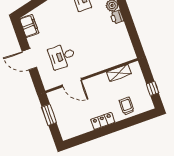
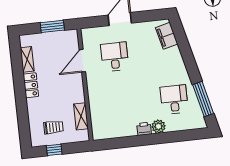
filing cabinet: (29, 26) -> (167, 36), moved, turned 76
trolley: (127, 106) -> (53, 127), moved
shelving: (82, 129) -> (27, 59), added

